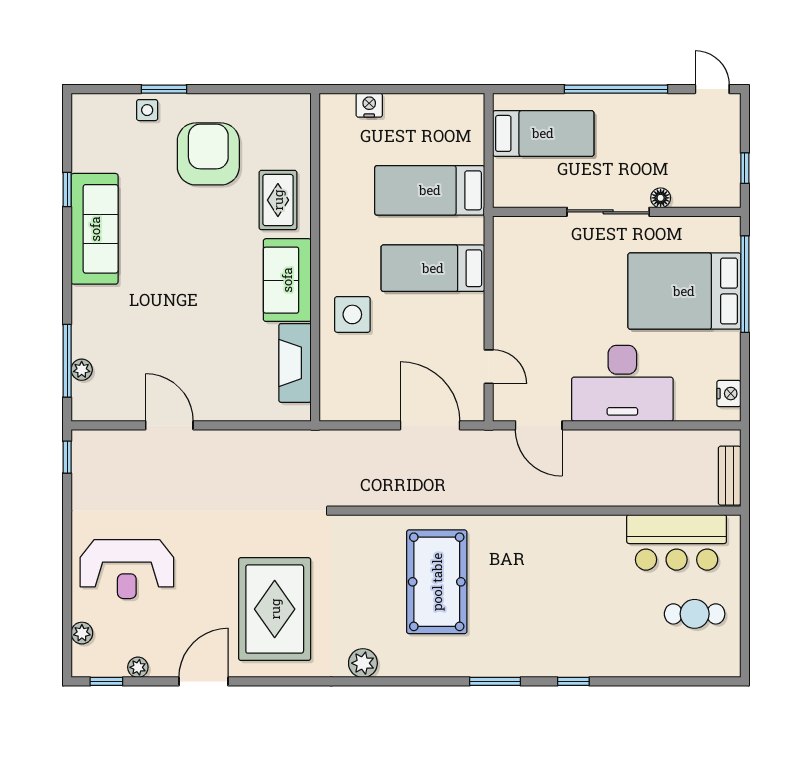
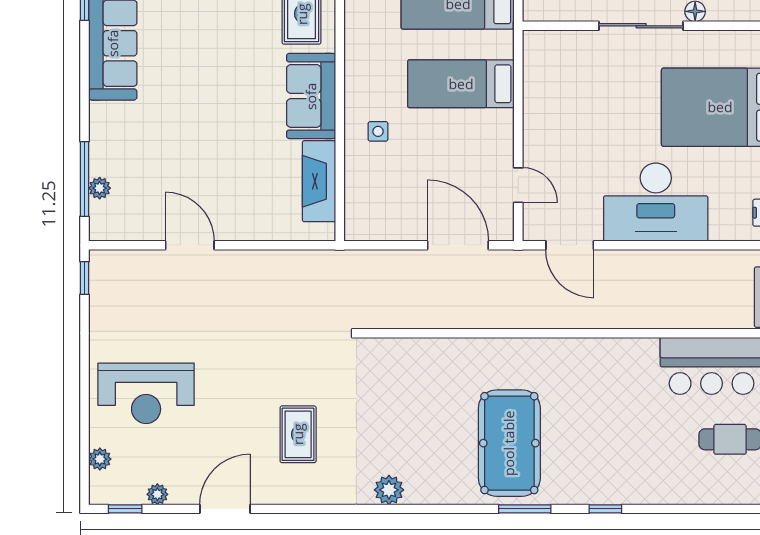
side table: (352, 314) -> (378, 131), width x0.54, depth x0.54
pool table: (437, 582) -> (509, 443), moved
rug: (275, 609) -> (298, 434), width x0.54, depth x0.49

